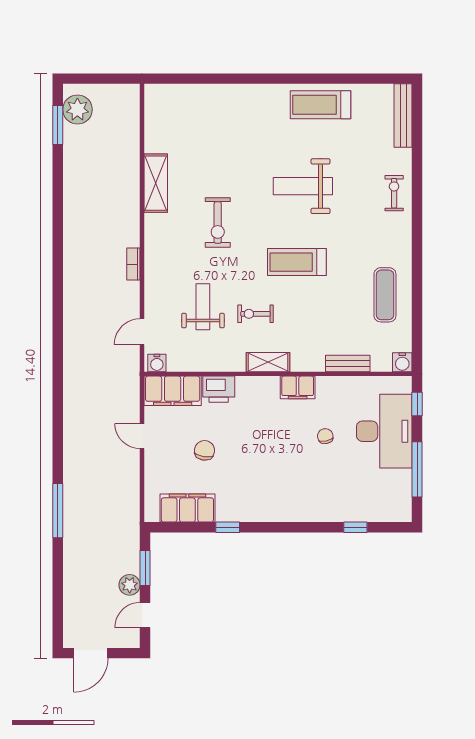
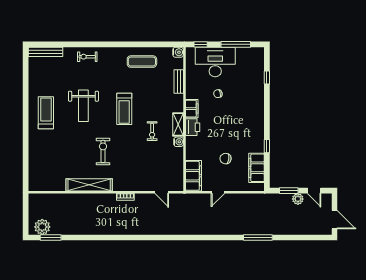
treadmill: (320, 105) -> (46, 113), moved, turned 180
shelving: (156, 183) -> (89, 185), width x1.47
exercise bike: (218, 222) -> (103, 151), turned -90
weight bench: (203, 307) -> (148, 159), removed
water cooler: (157, 363) -> (179, 142), moved
printer: (219, 389) -> (193, 127), moved

